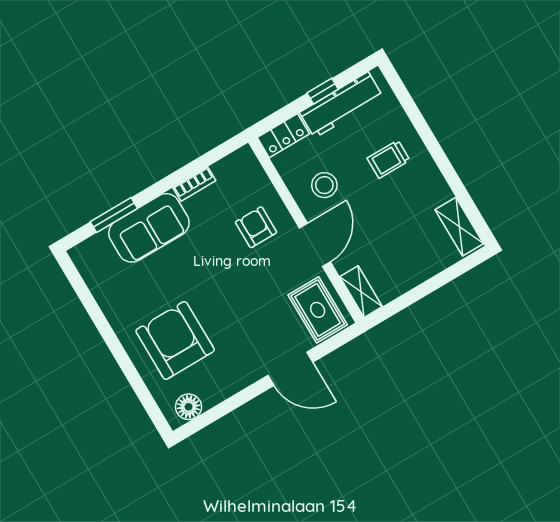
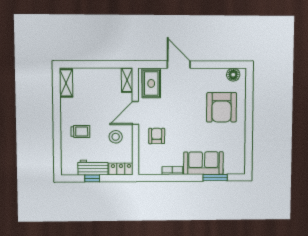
workbench: (341, 105) -> (93, 168), width x0.73
armchair: (256, 227) -> (157, 136), turned 180

